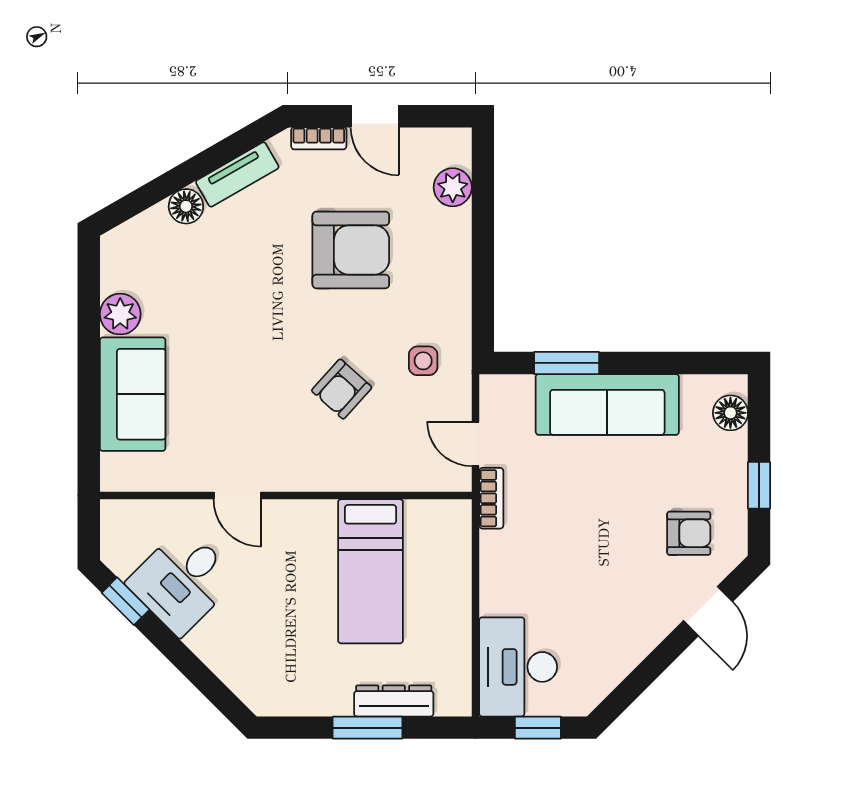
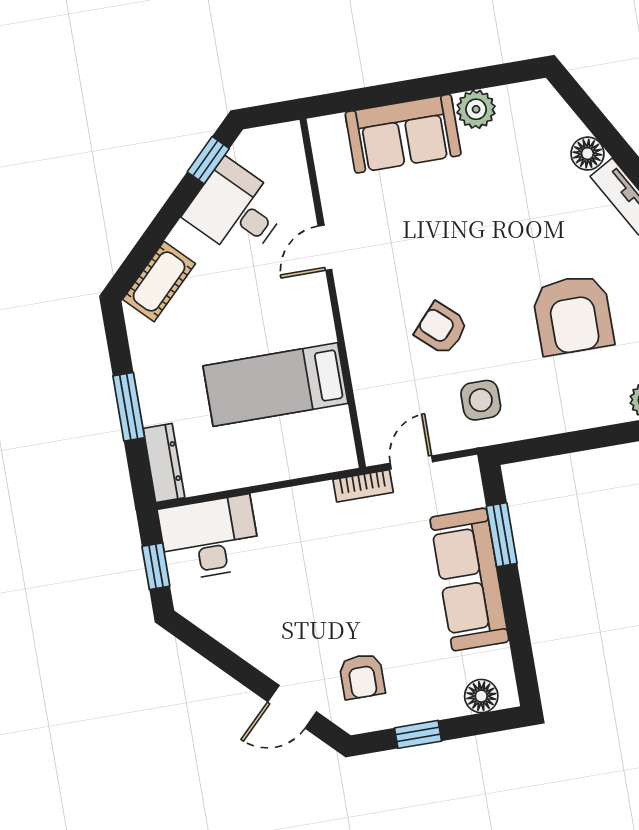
side table: (423, 361) -> (481, 400), width x1.37, depth x1.37
cot: (243, 674) -> (159, 281), added
dresser: (394, 701) -> (164, 463), moved

